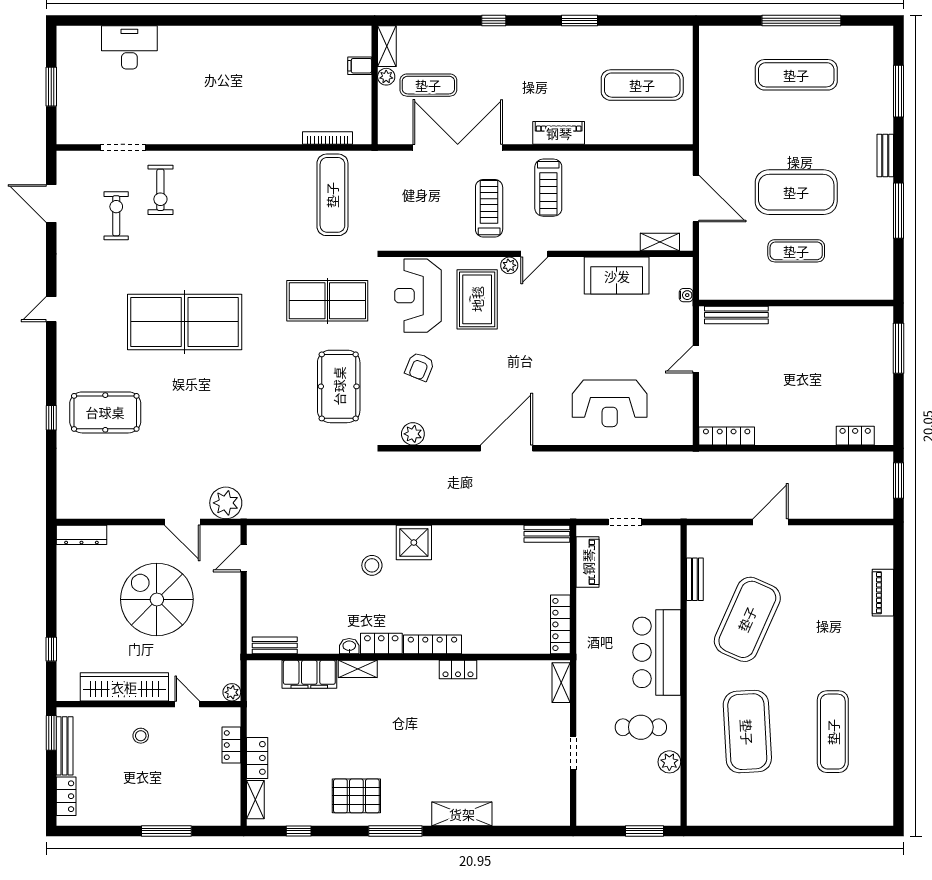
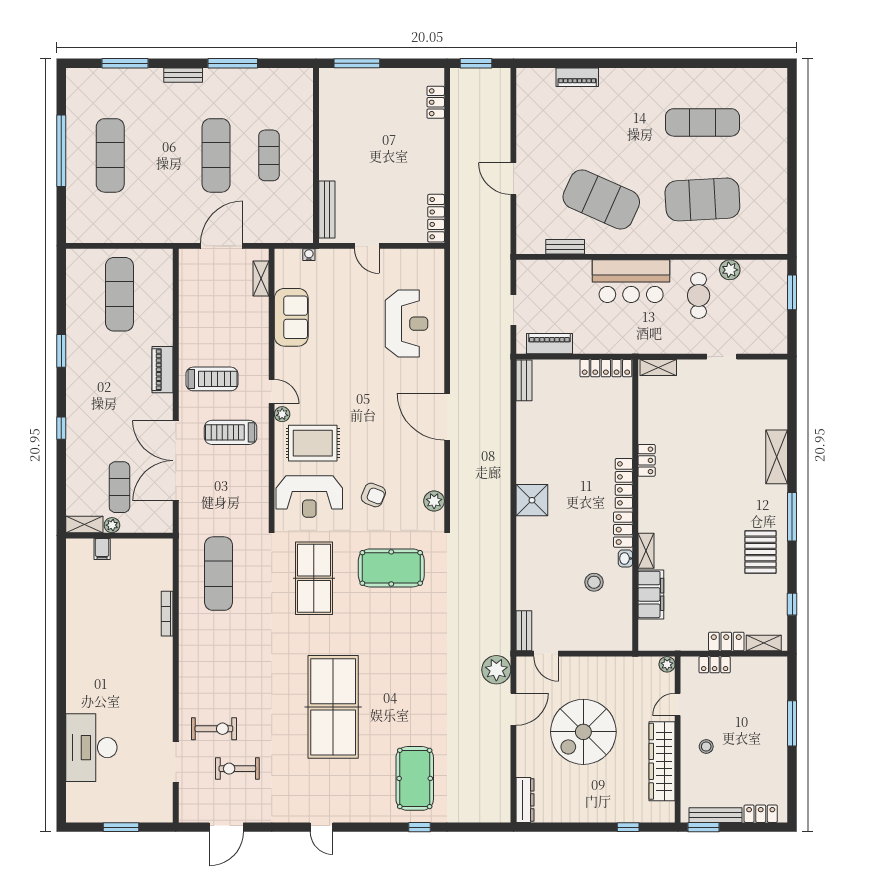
desk: (129, 47) -> (91, 748), width x1.36, depth x1.30
bookcase: (327, 138) -> (167, 614), moved
exercise mat: (796, 192) -> (216, 155), width x0.68
exercise mat: (332, 195) -> (219, 574), turned 90
stool: (372, 565) -> (594, 582), moved
bench: (275, 645) -> (524, 631), moved

